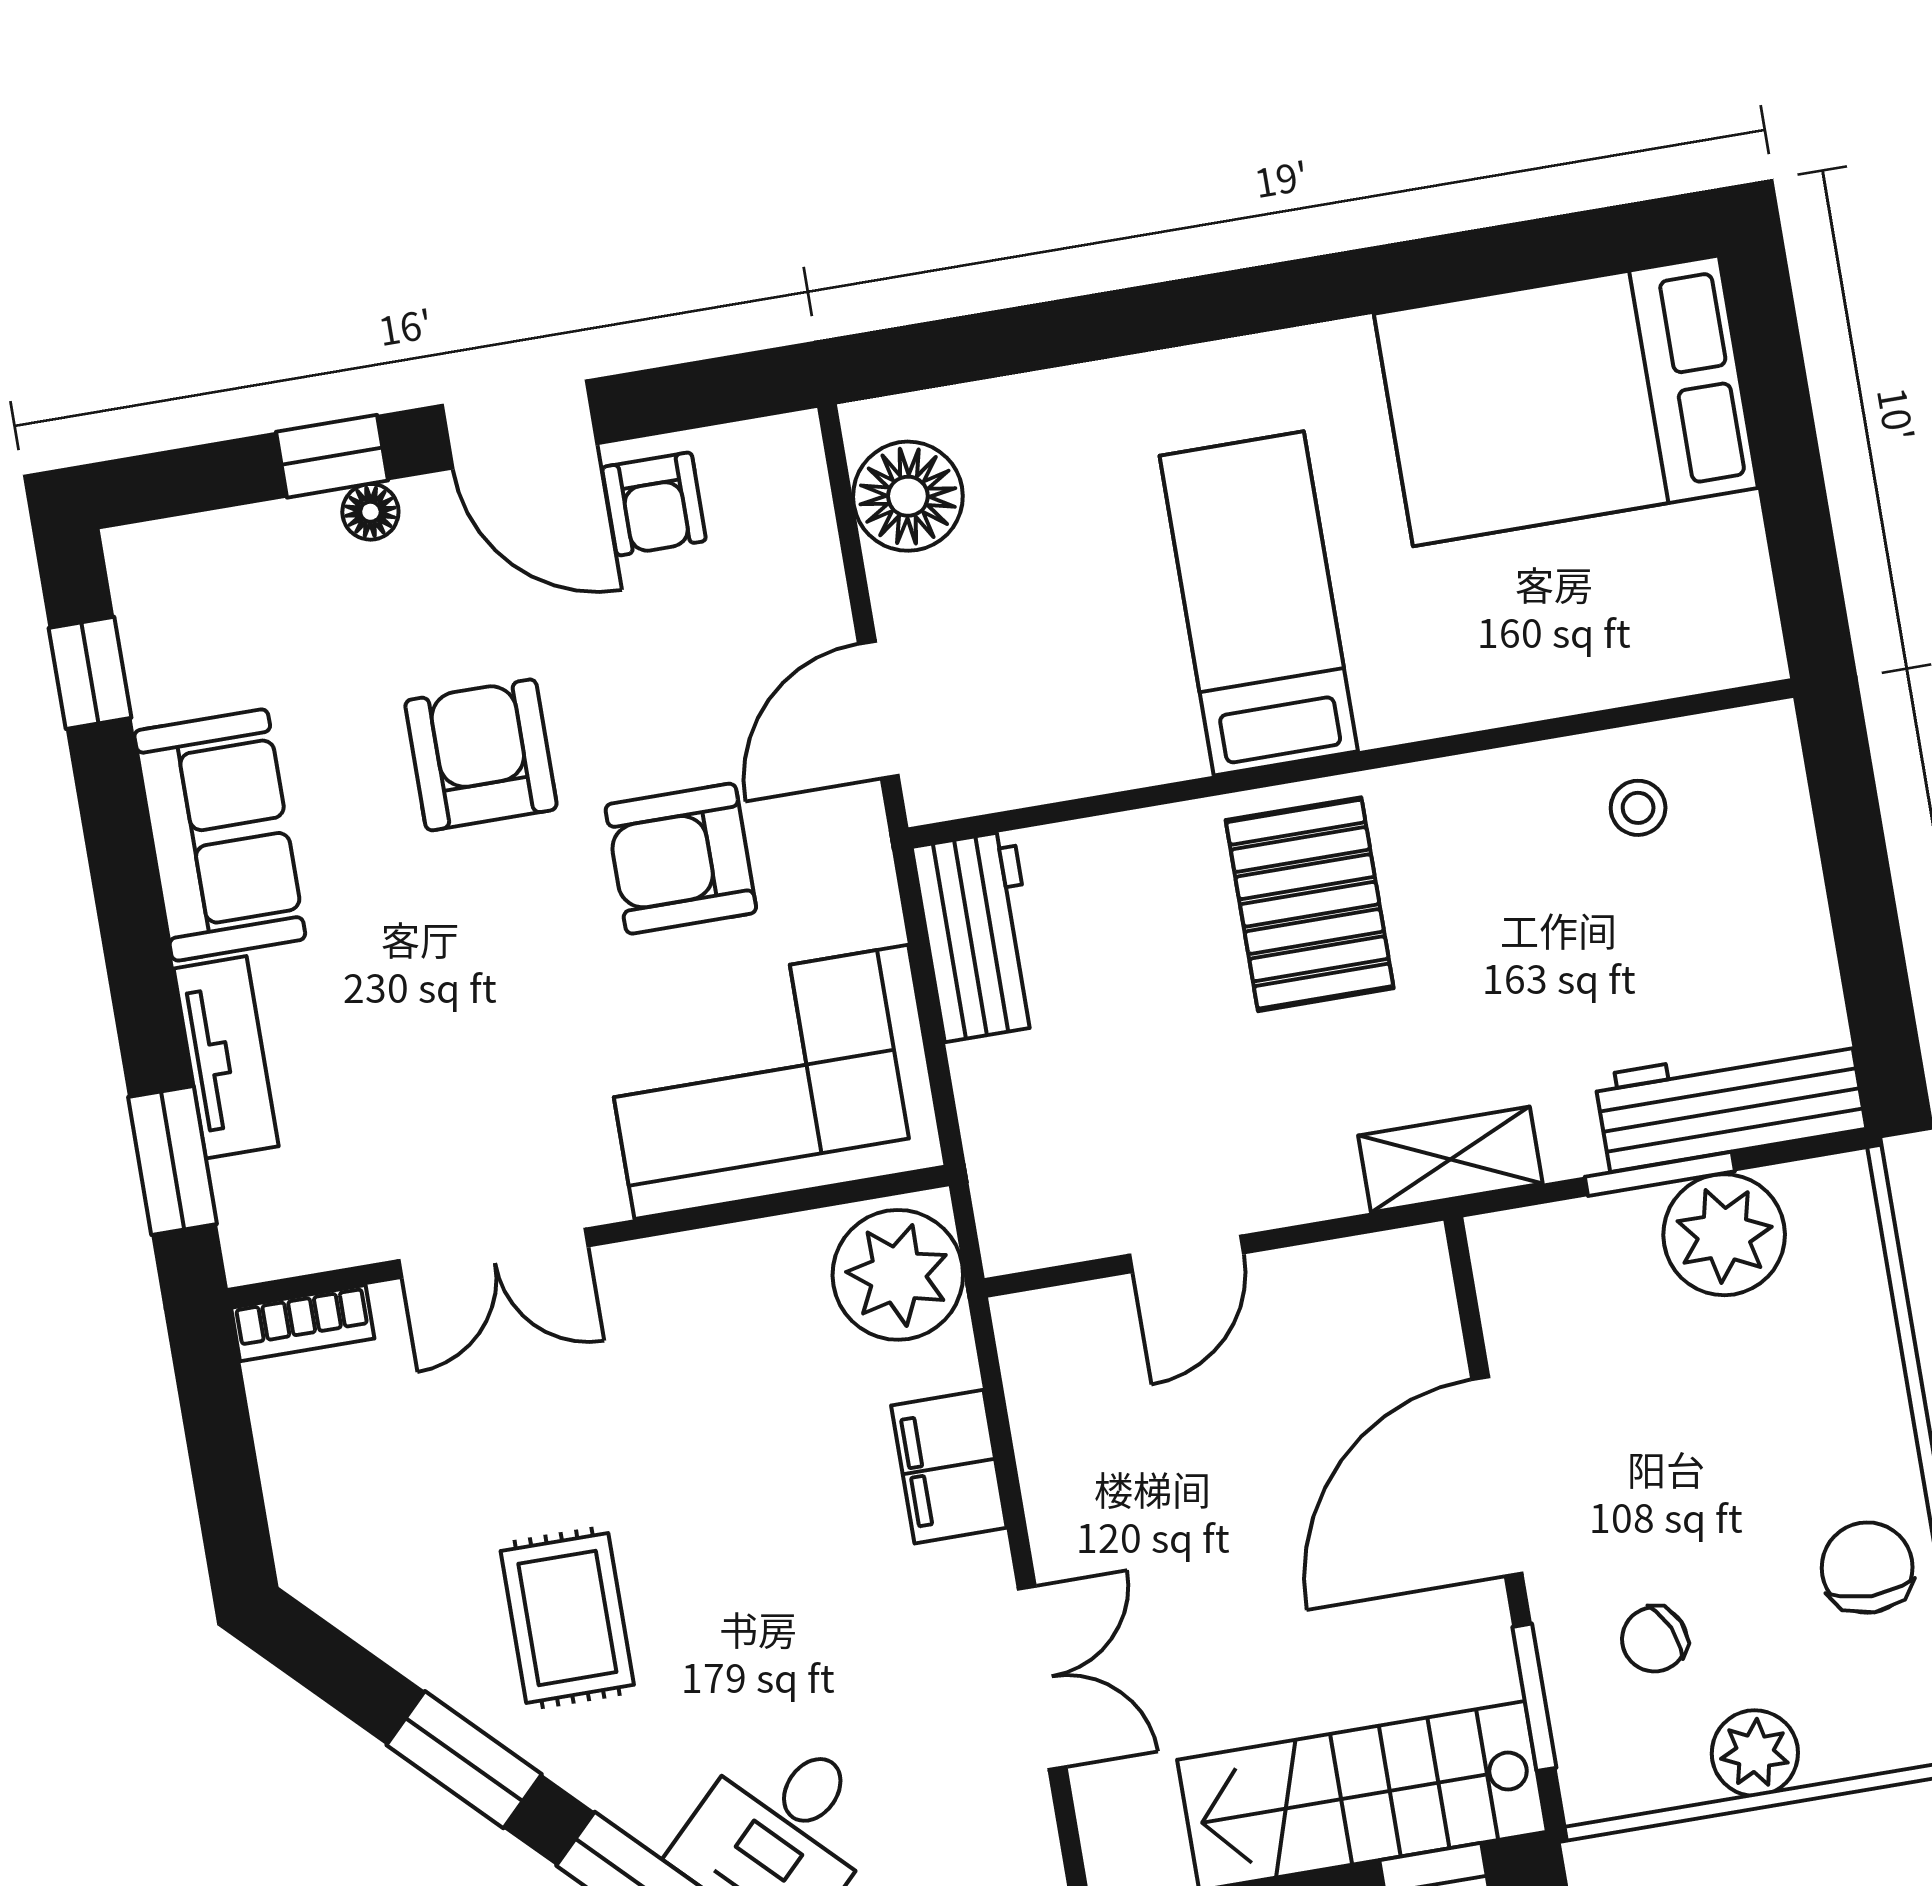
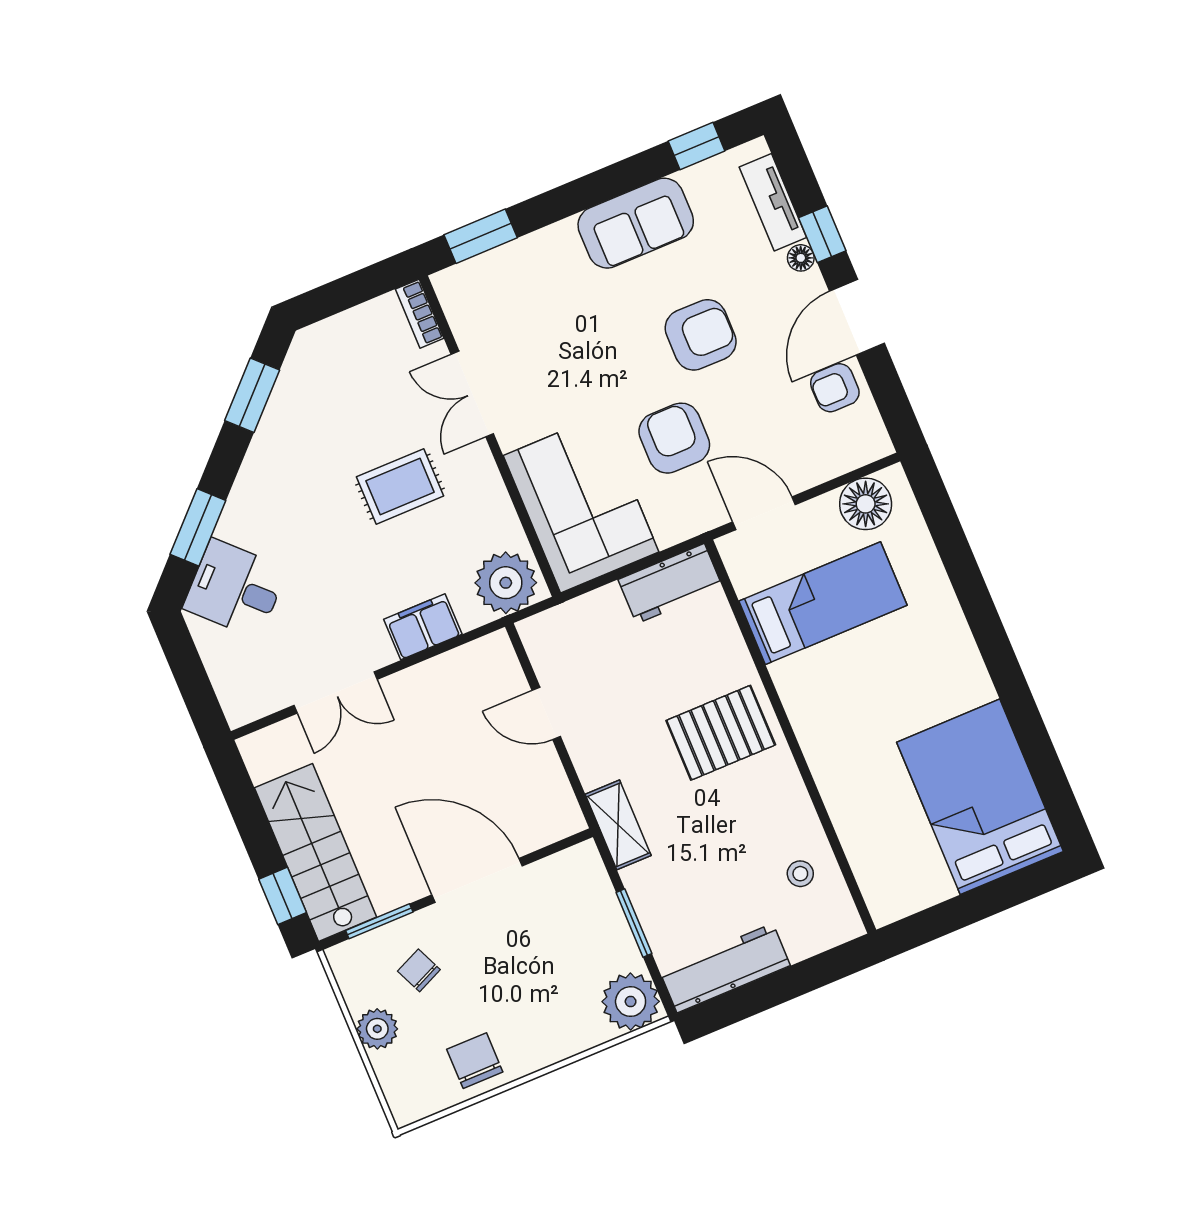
bed: (1259, 603) -> (823, 603), moved
tv unit: (226, 1057) -> (773, 202), moved, turned 90
workbench: (1730, 1102) -> (725, 968), moved, turned -90
plant: (1724, 1235) -> (631, 1002), moved
chair: (1867, 1568) -> (475, 1061), turned -90
rug: (567, 1618) -> (400, 486), moved
window: (464, 1760) -> (252, 395), moved

